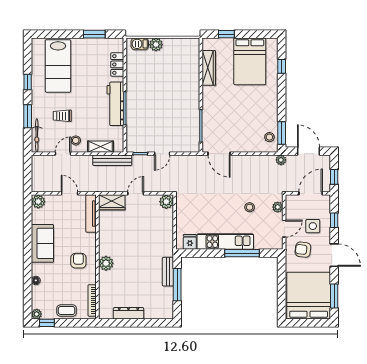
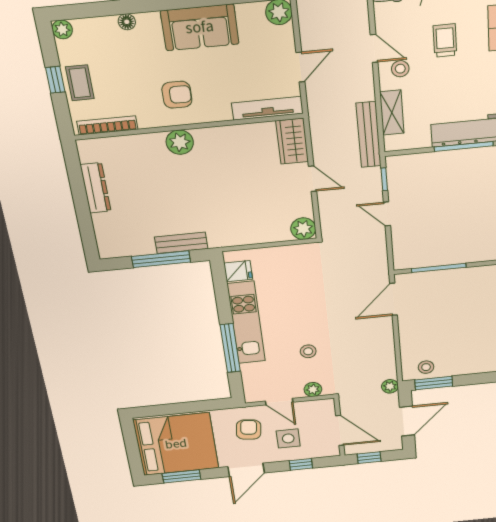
window: (47, 323) -> (55, 80), moved

